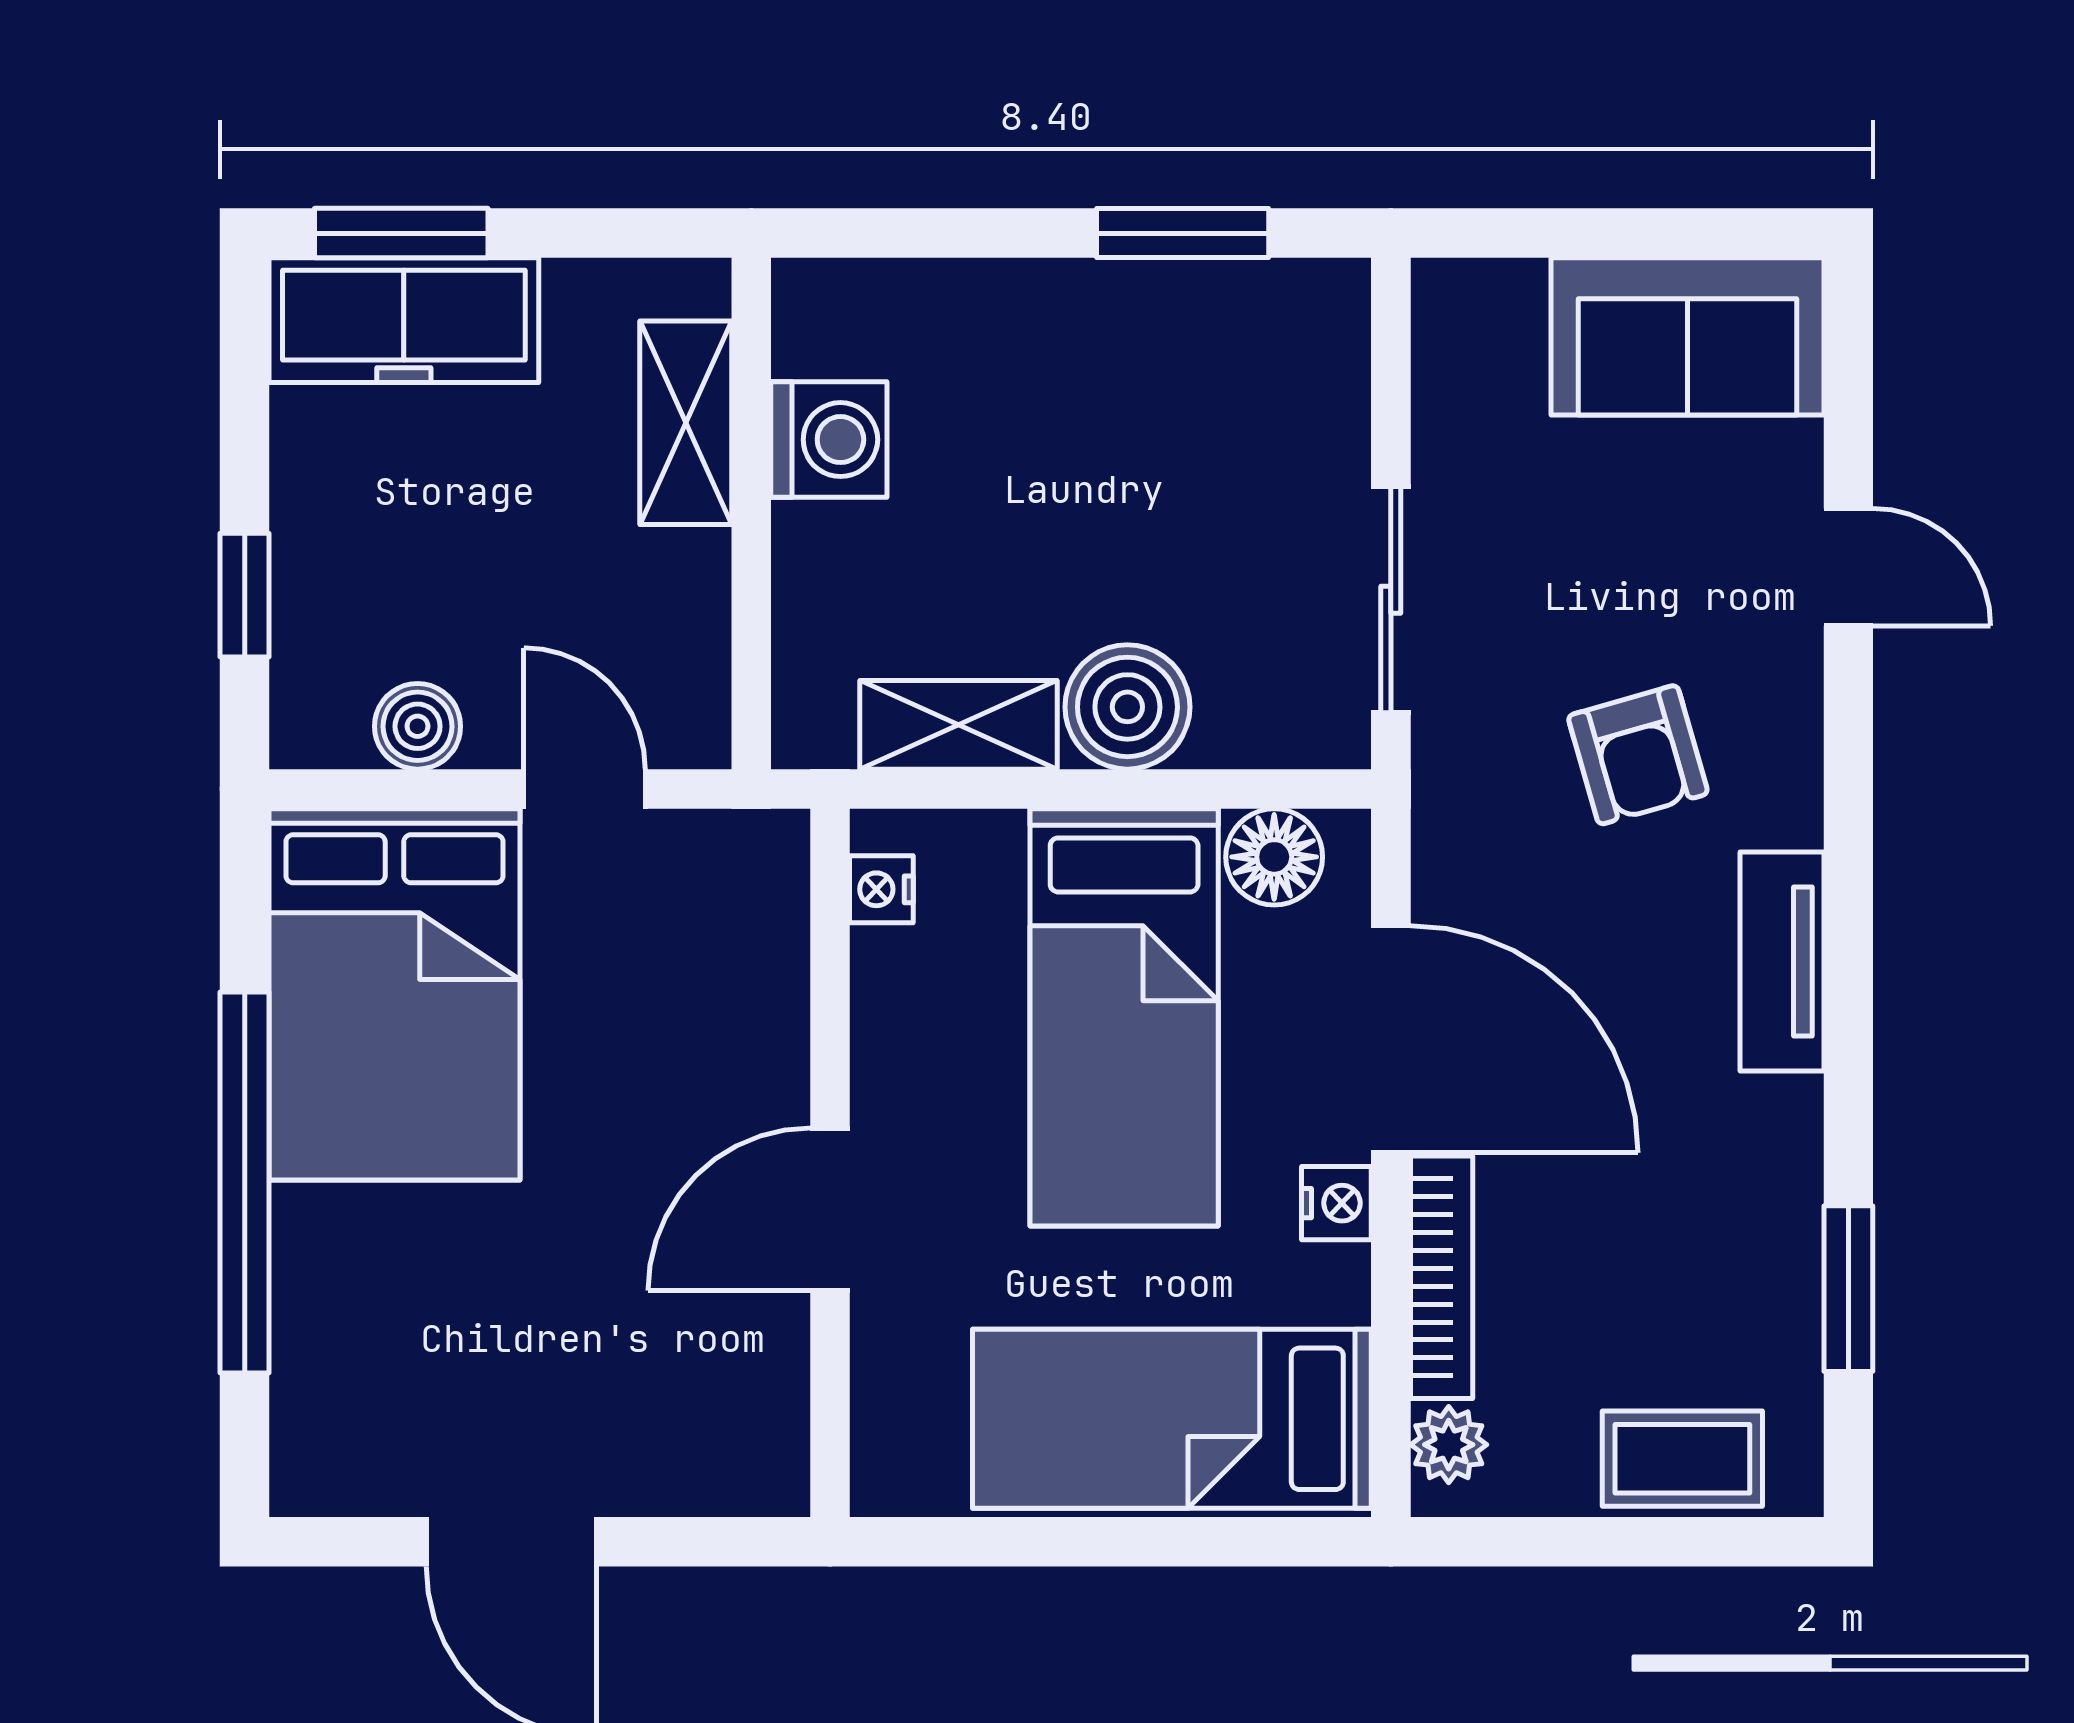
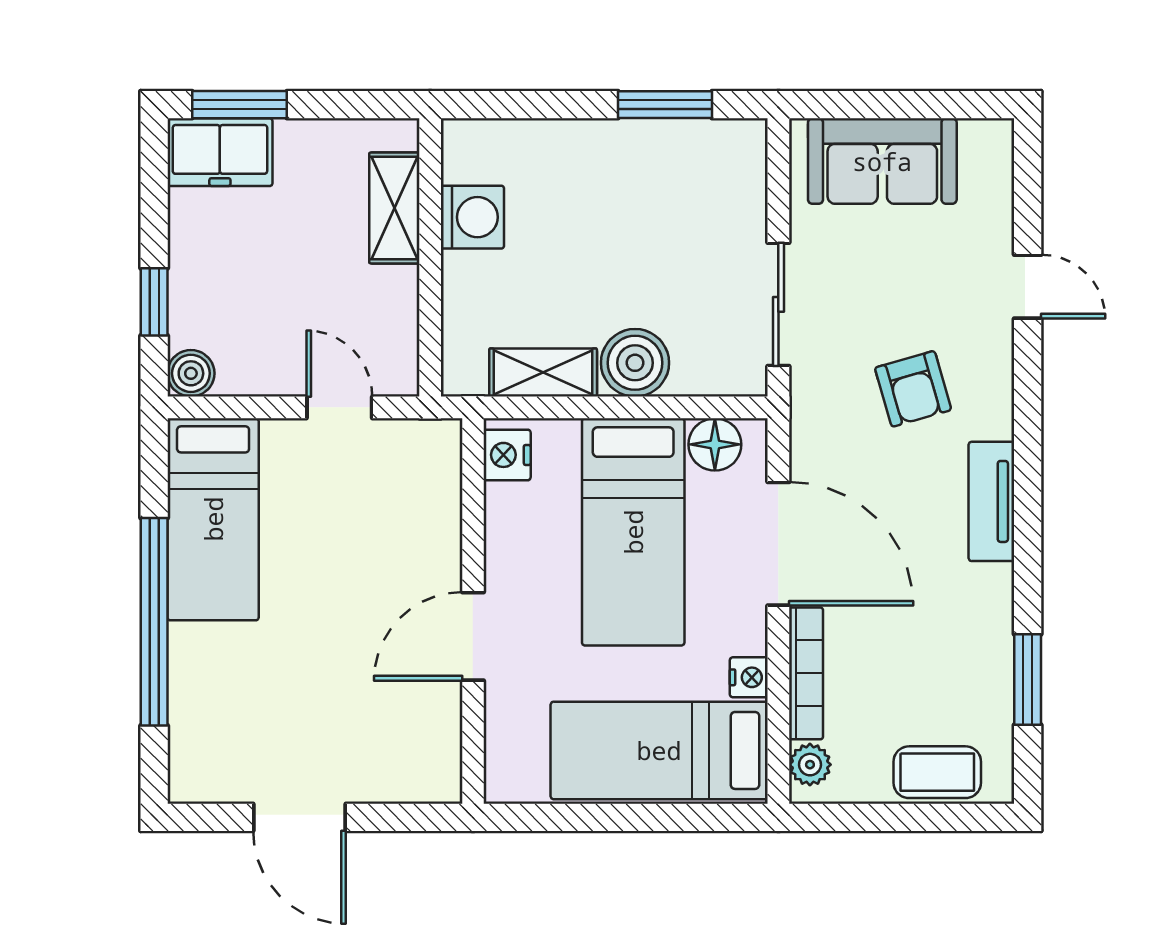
freezer: (404, 320) -> (220, 152), width x0.71
sofa: (1687, 336) -> (882, 161), moved
boiler: (418, 726) -> (191, 373), moved
nightstand: (881, 889) -> (507, 455), width x1.39, depth x1.35
bed: (394, 994) -> (213, 519), width x0.67
nightstand: (1336, 1203) -> (749, 677), moved

